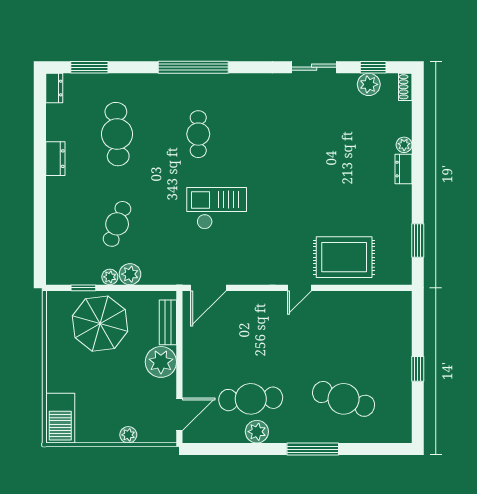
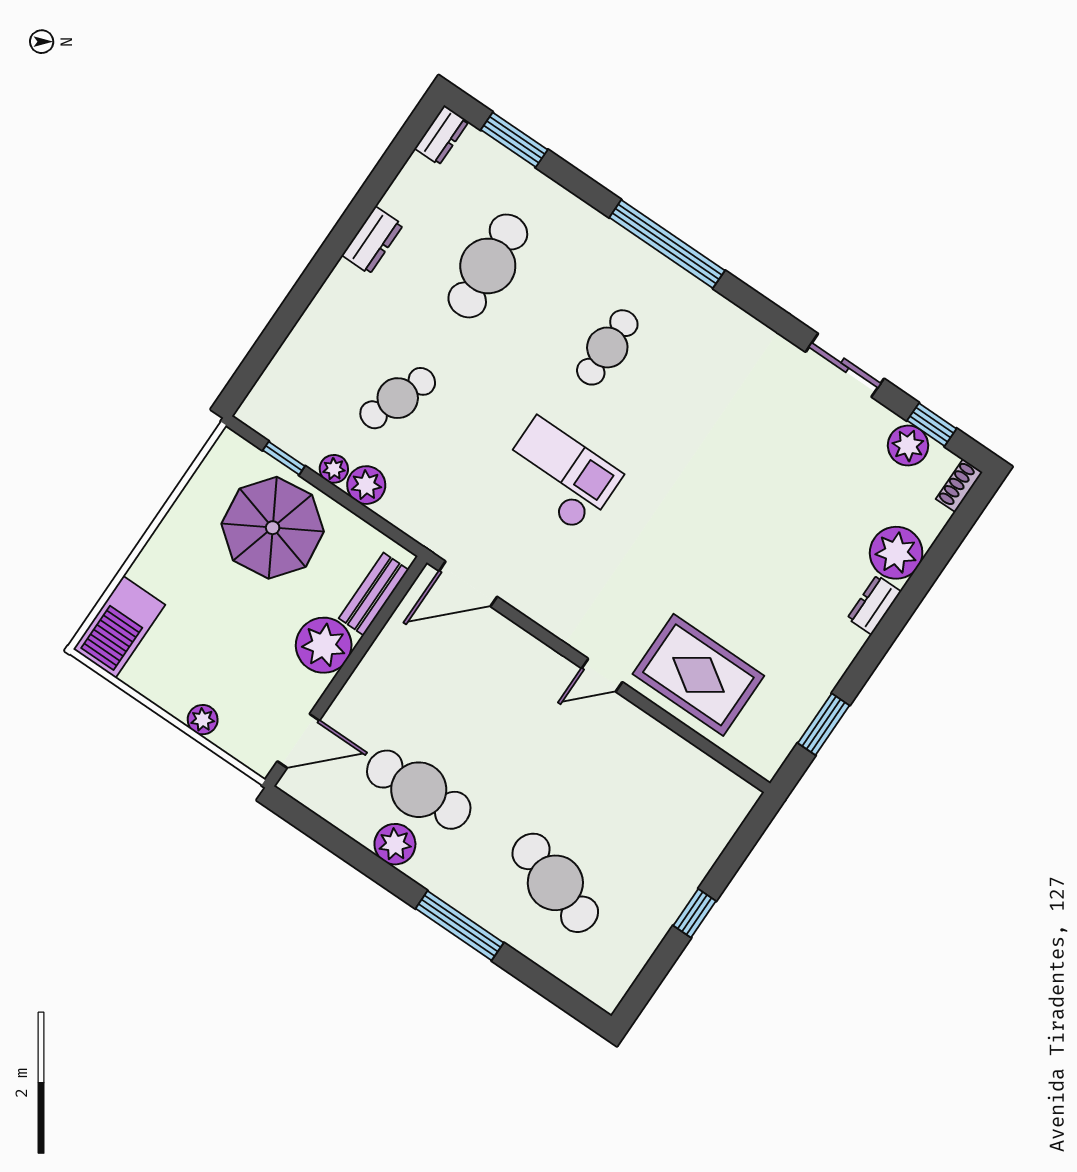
plant: (404, 145) -> (896, 553), width x1.88, depth x1.88

